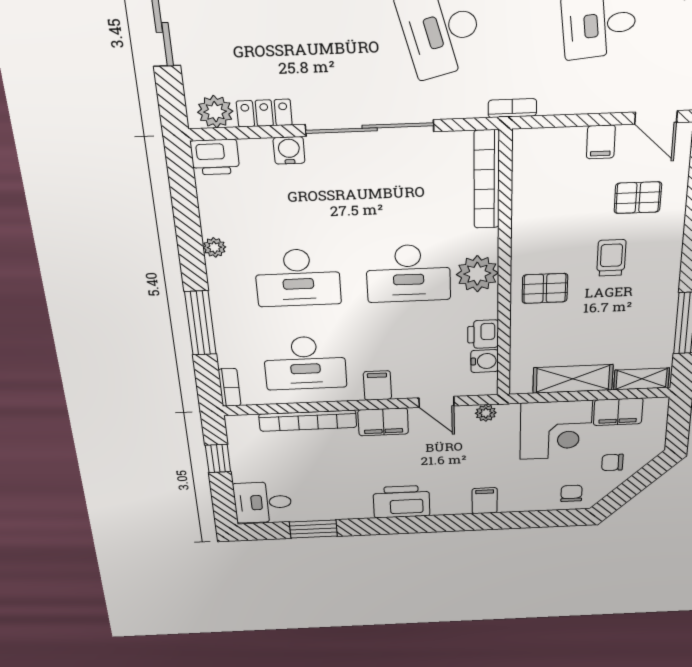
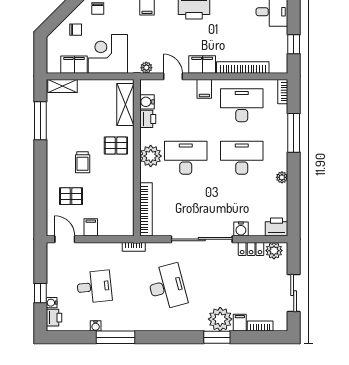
shelving: (573, 379) -> (125, 104), moved, turned 90

